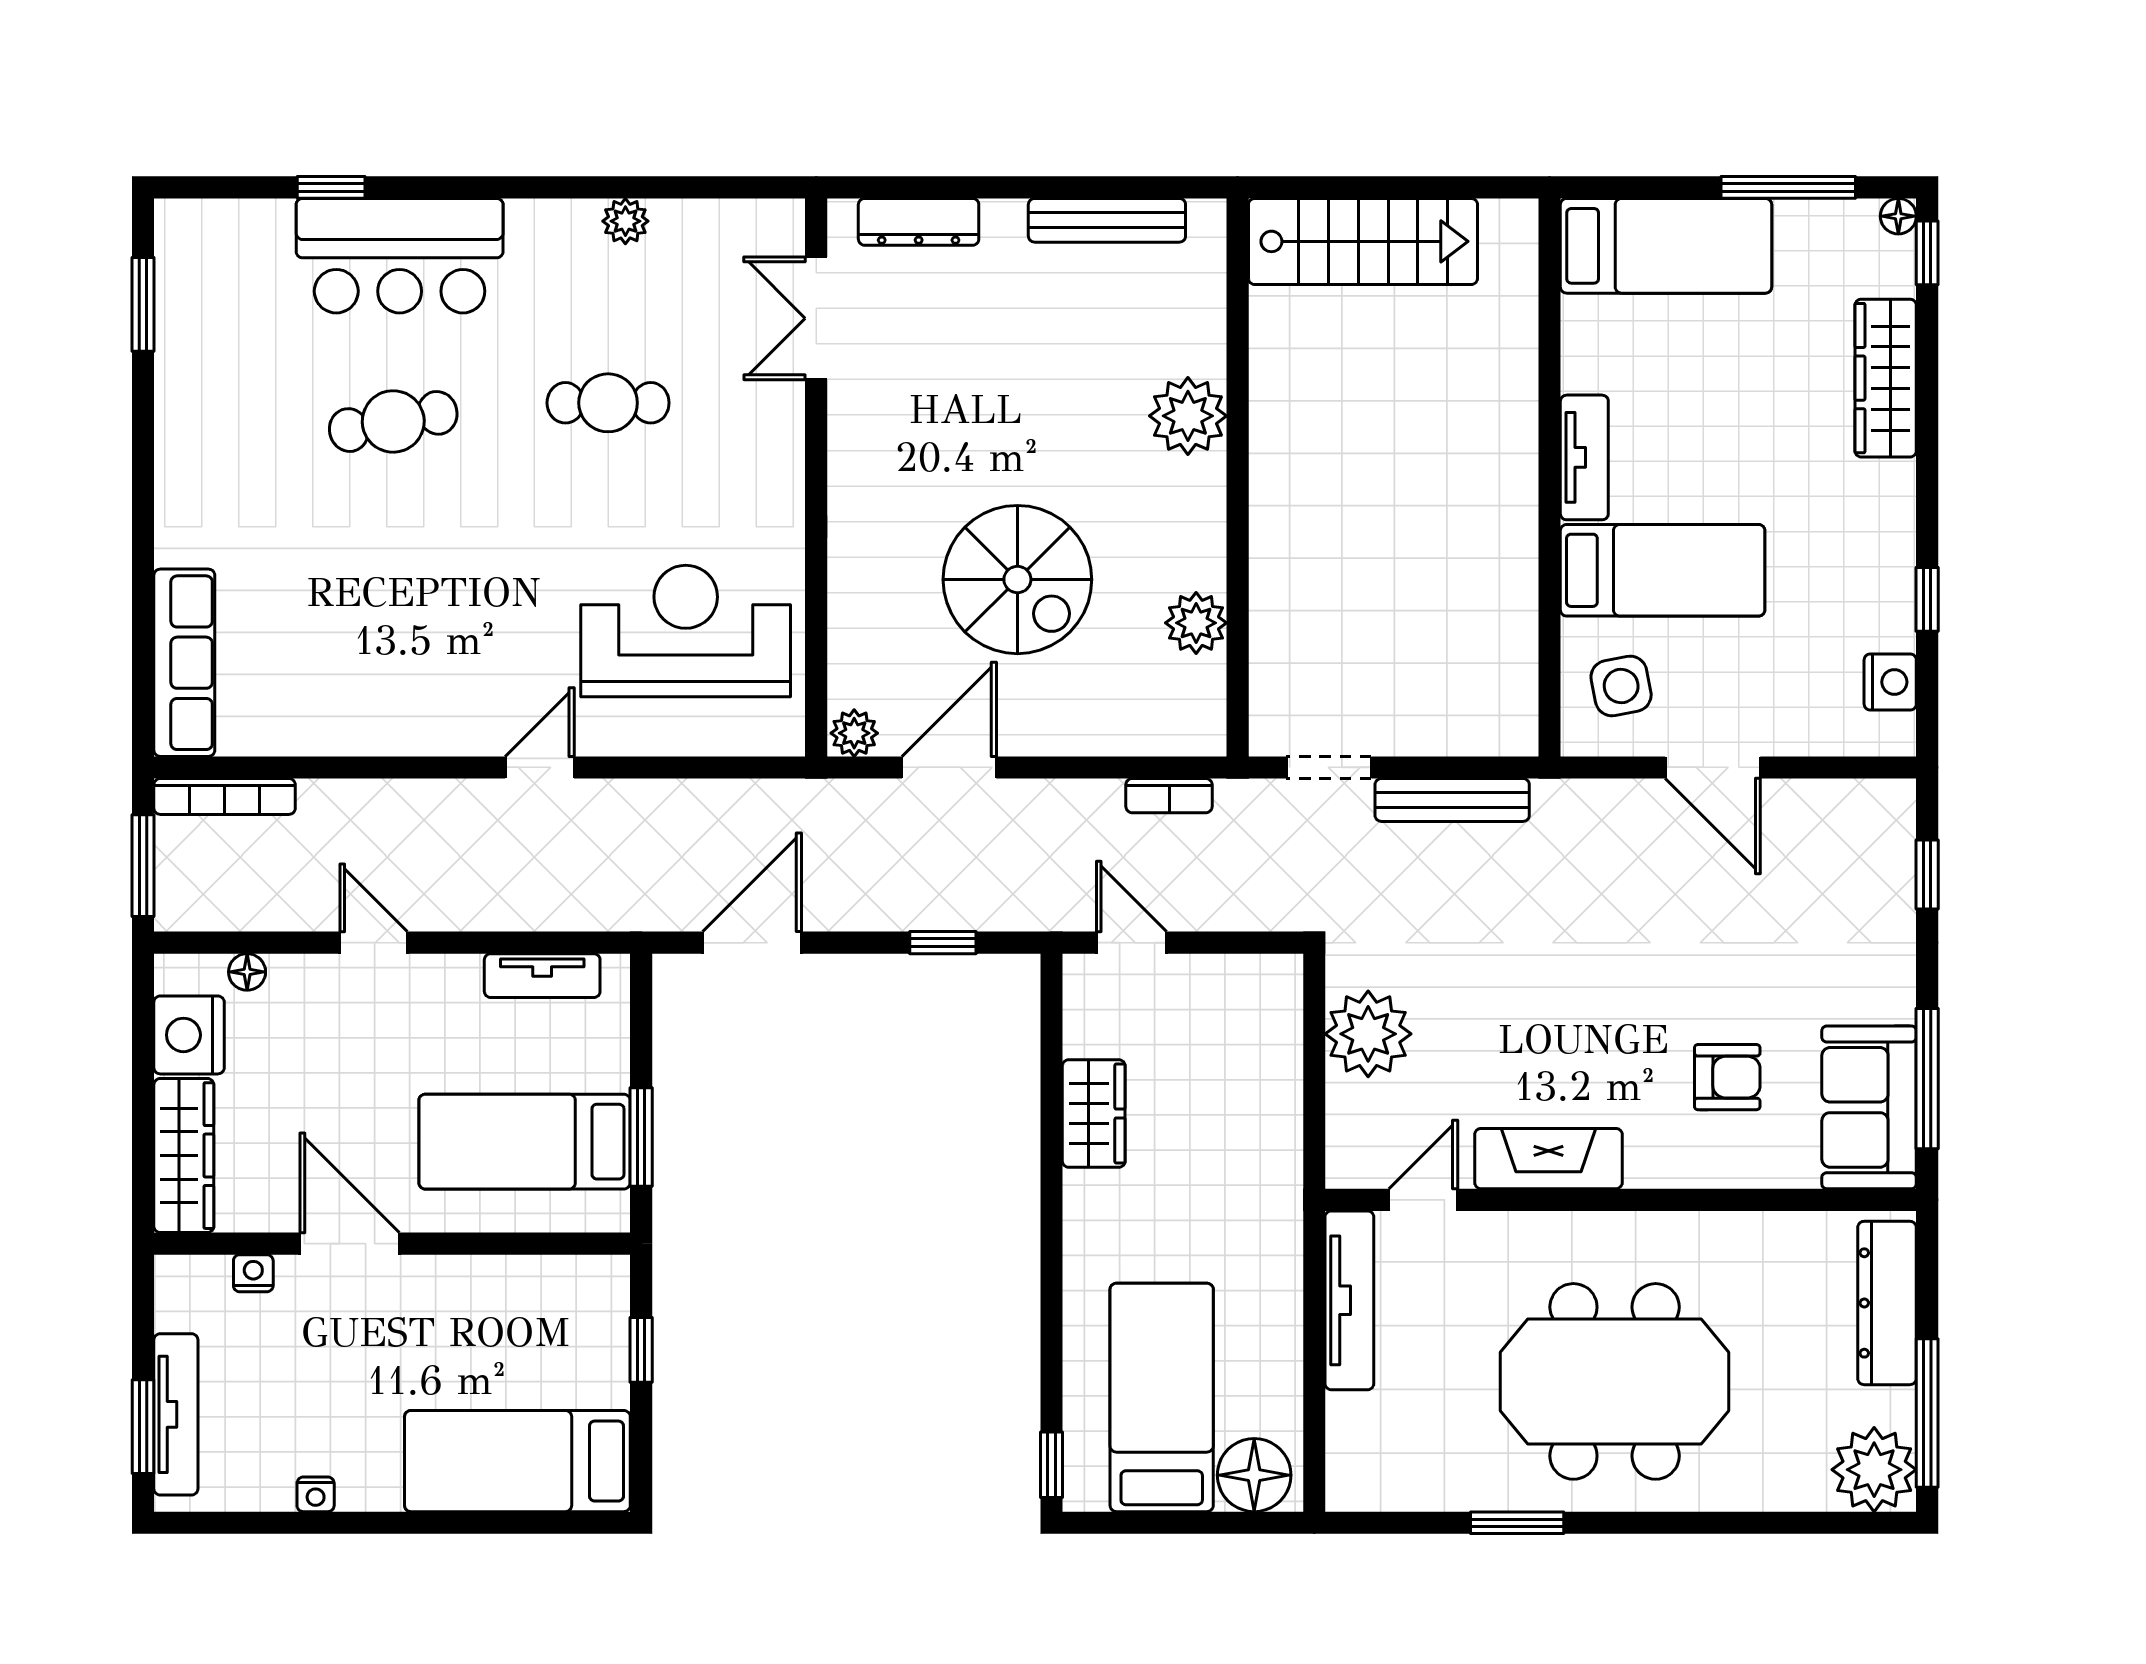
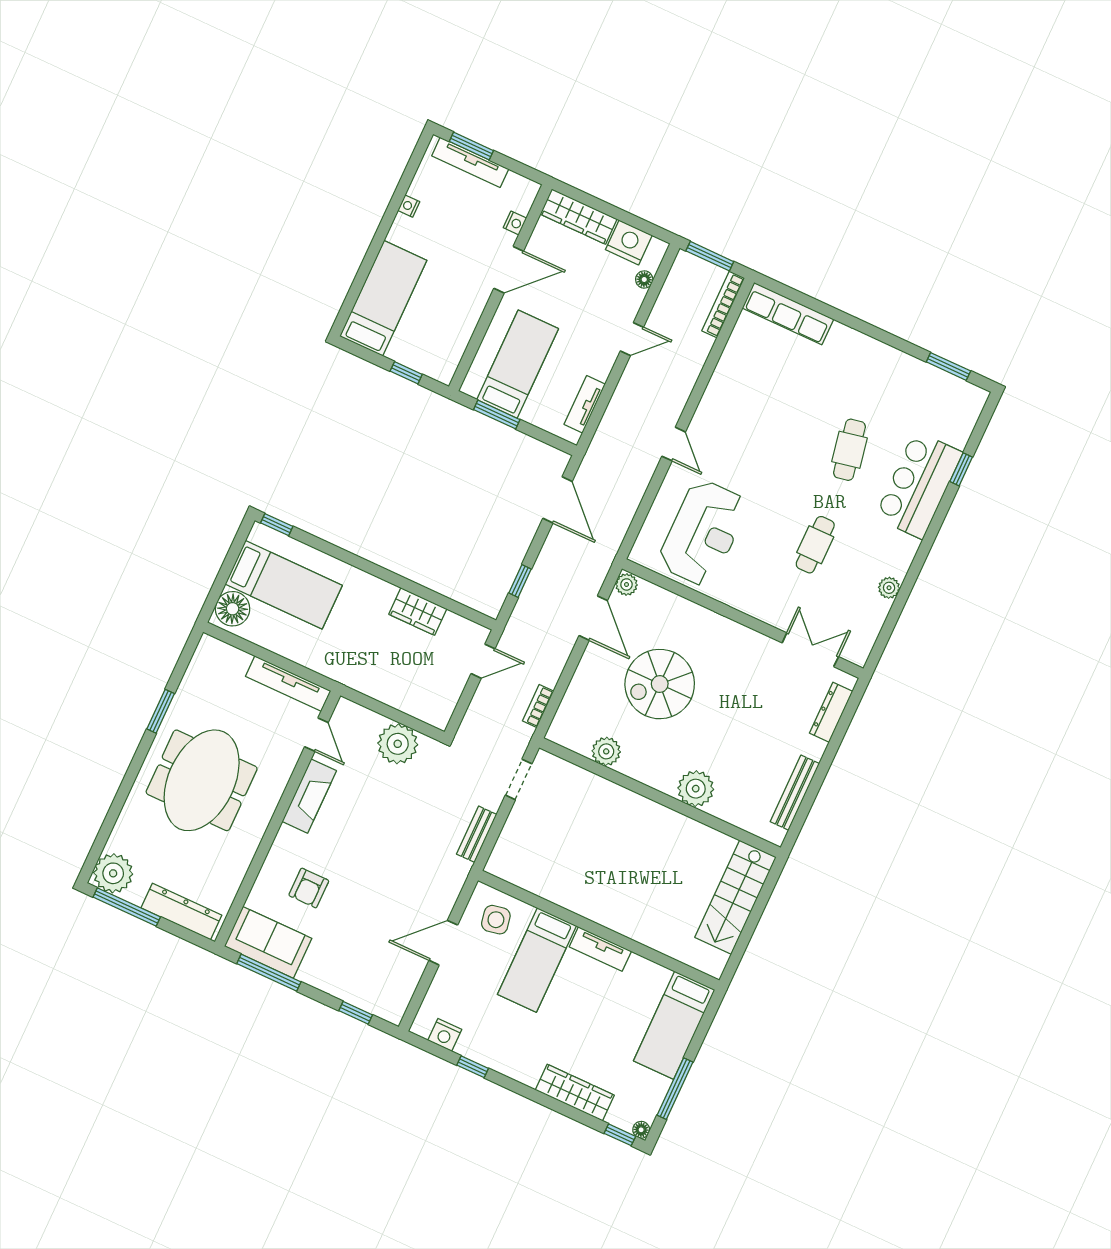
bench: (1452, 800) -> (477, 834), width x0.73

